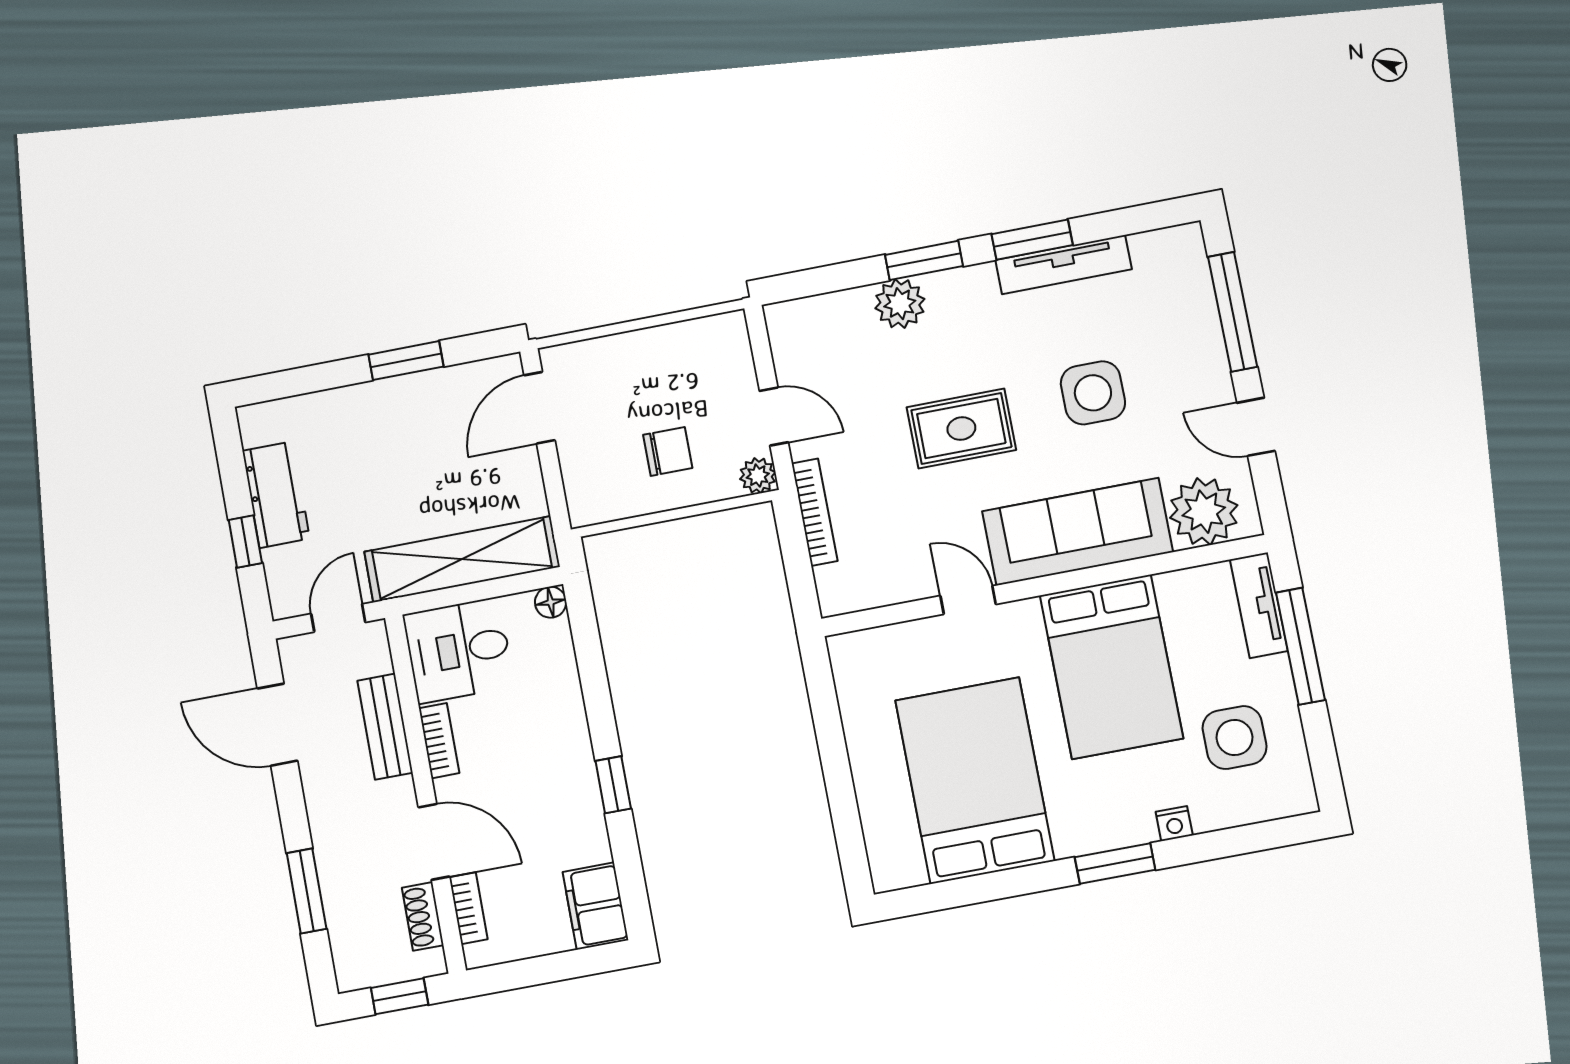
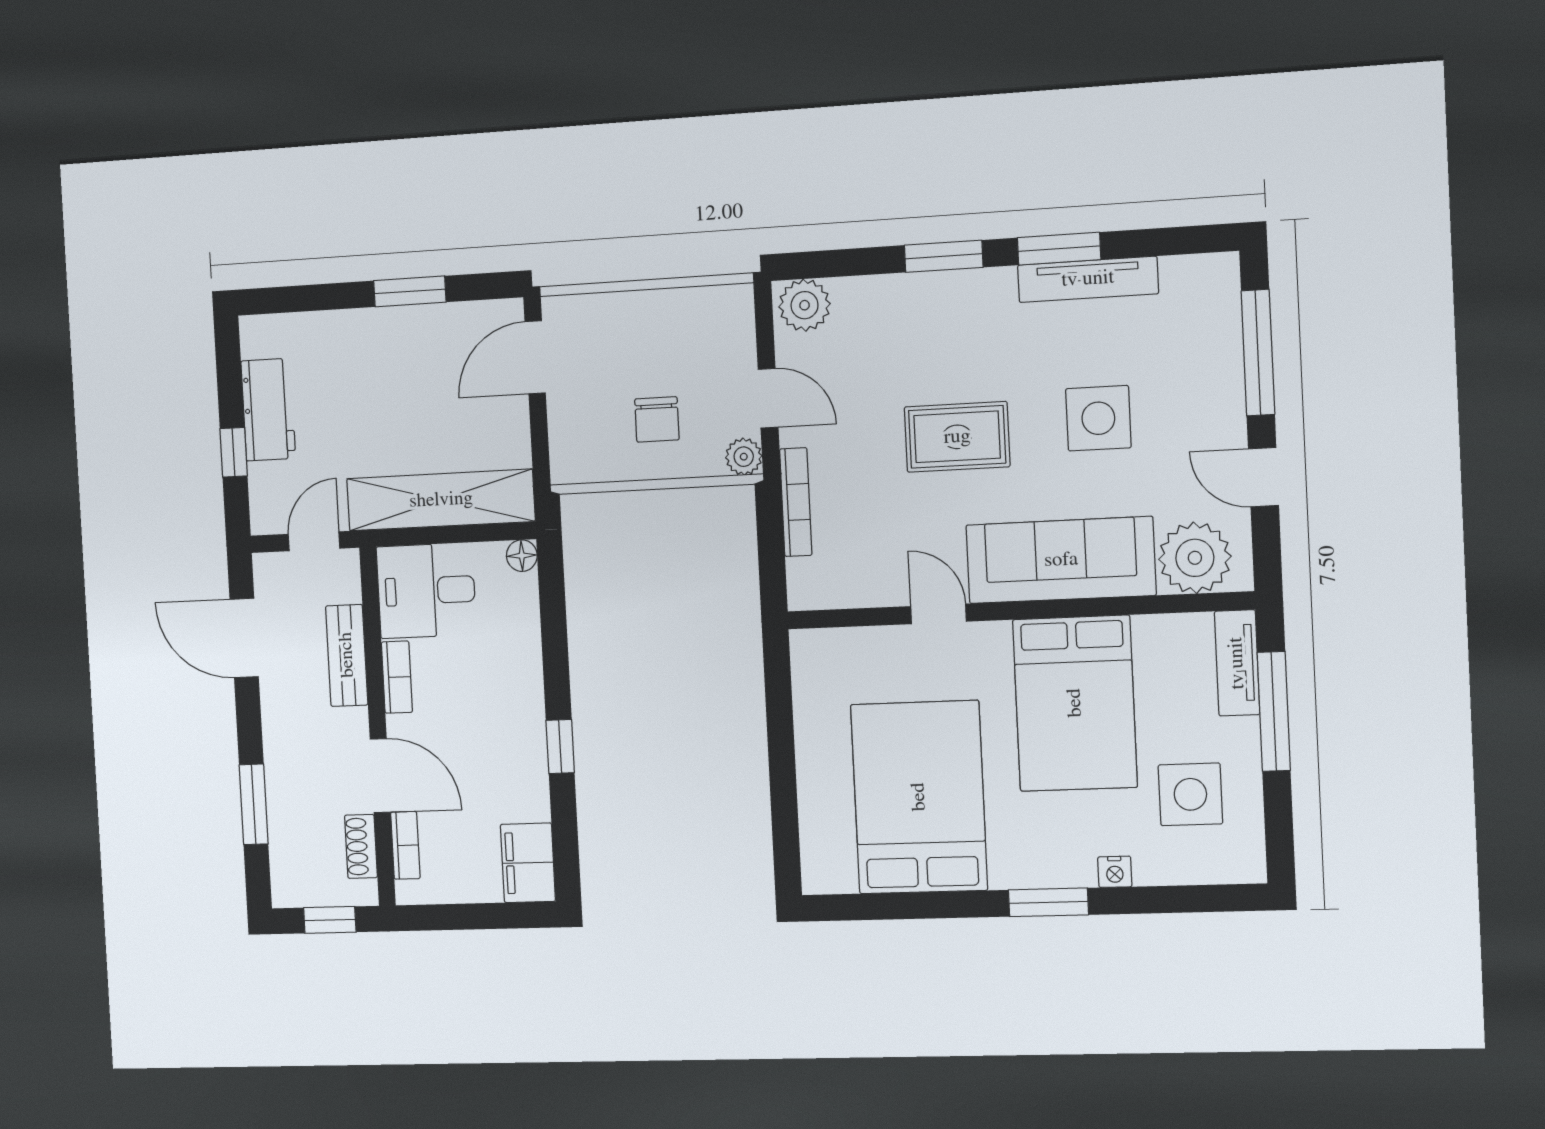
plant: (900, 304) -> (805, 305), moved
chair: (668, 451) -> (657, 419), turned 90

